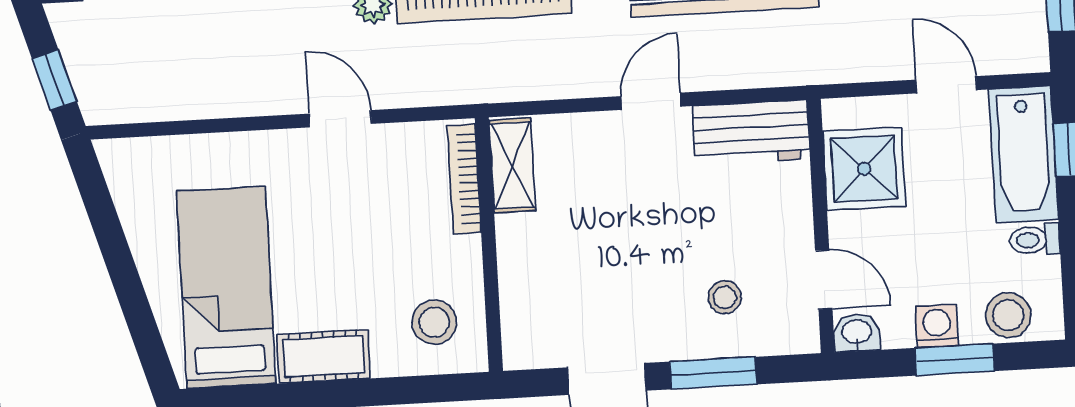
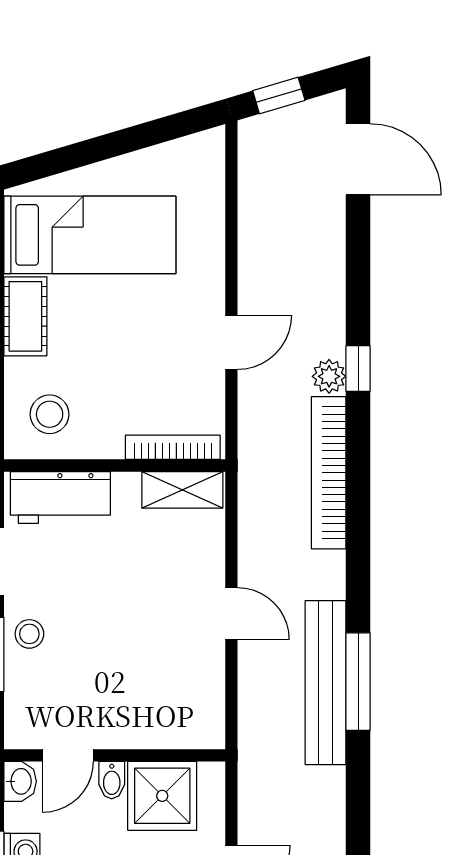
workbench: (751, 132) -> (60, 497), moved, turned -90
bidet: (849, 228) -> (112, 780), added
stool: (725, 297) -> (29, 634), moved

